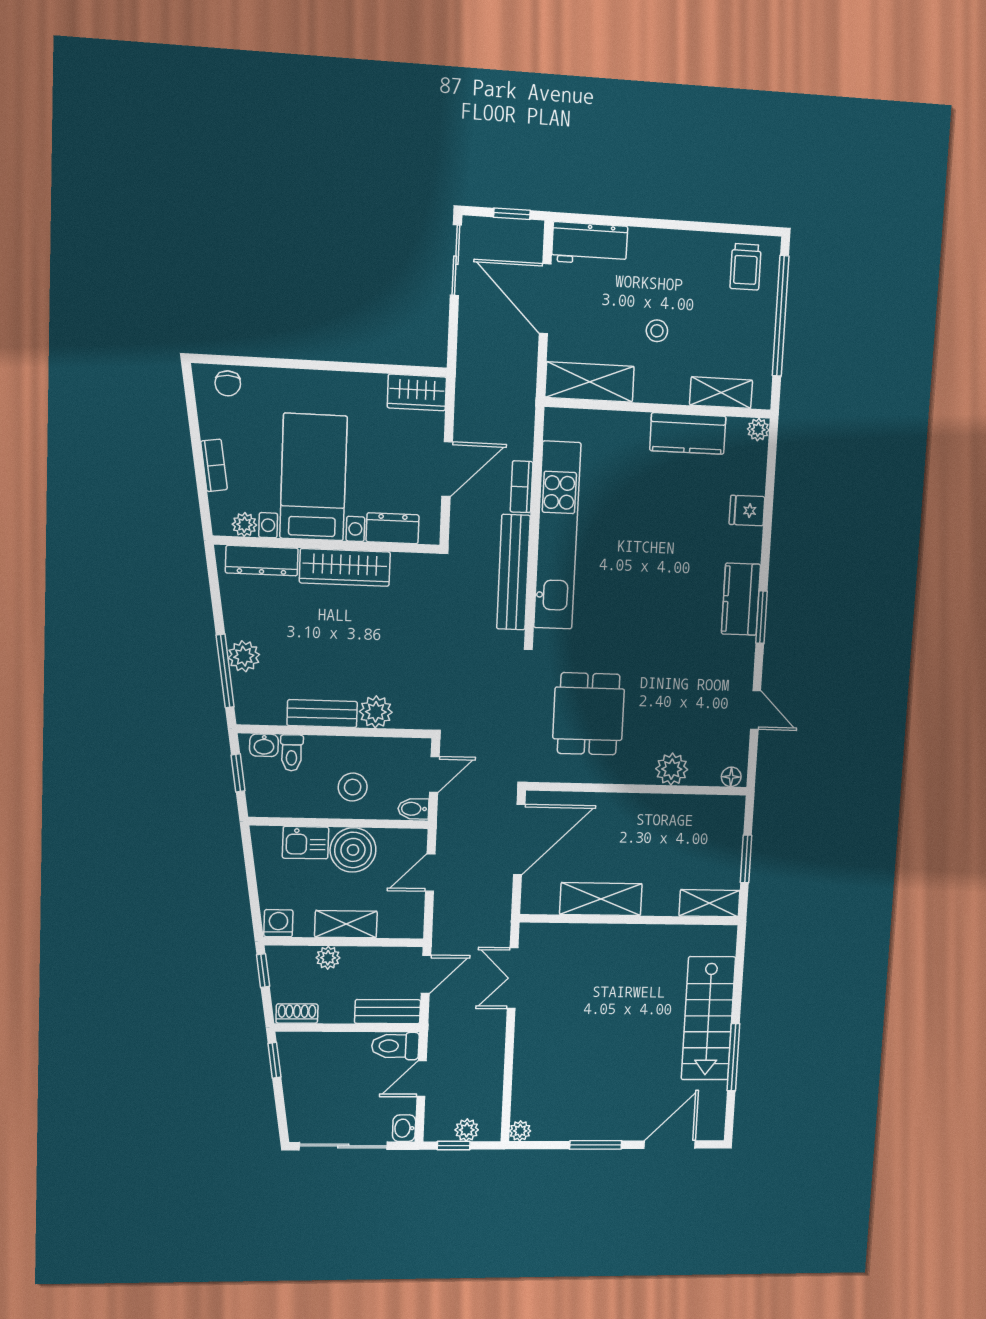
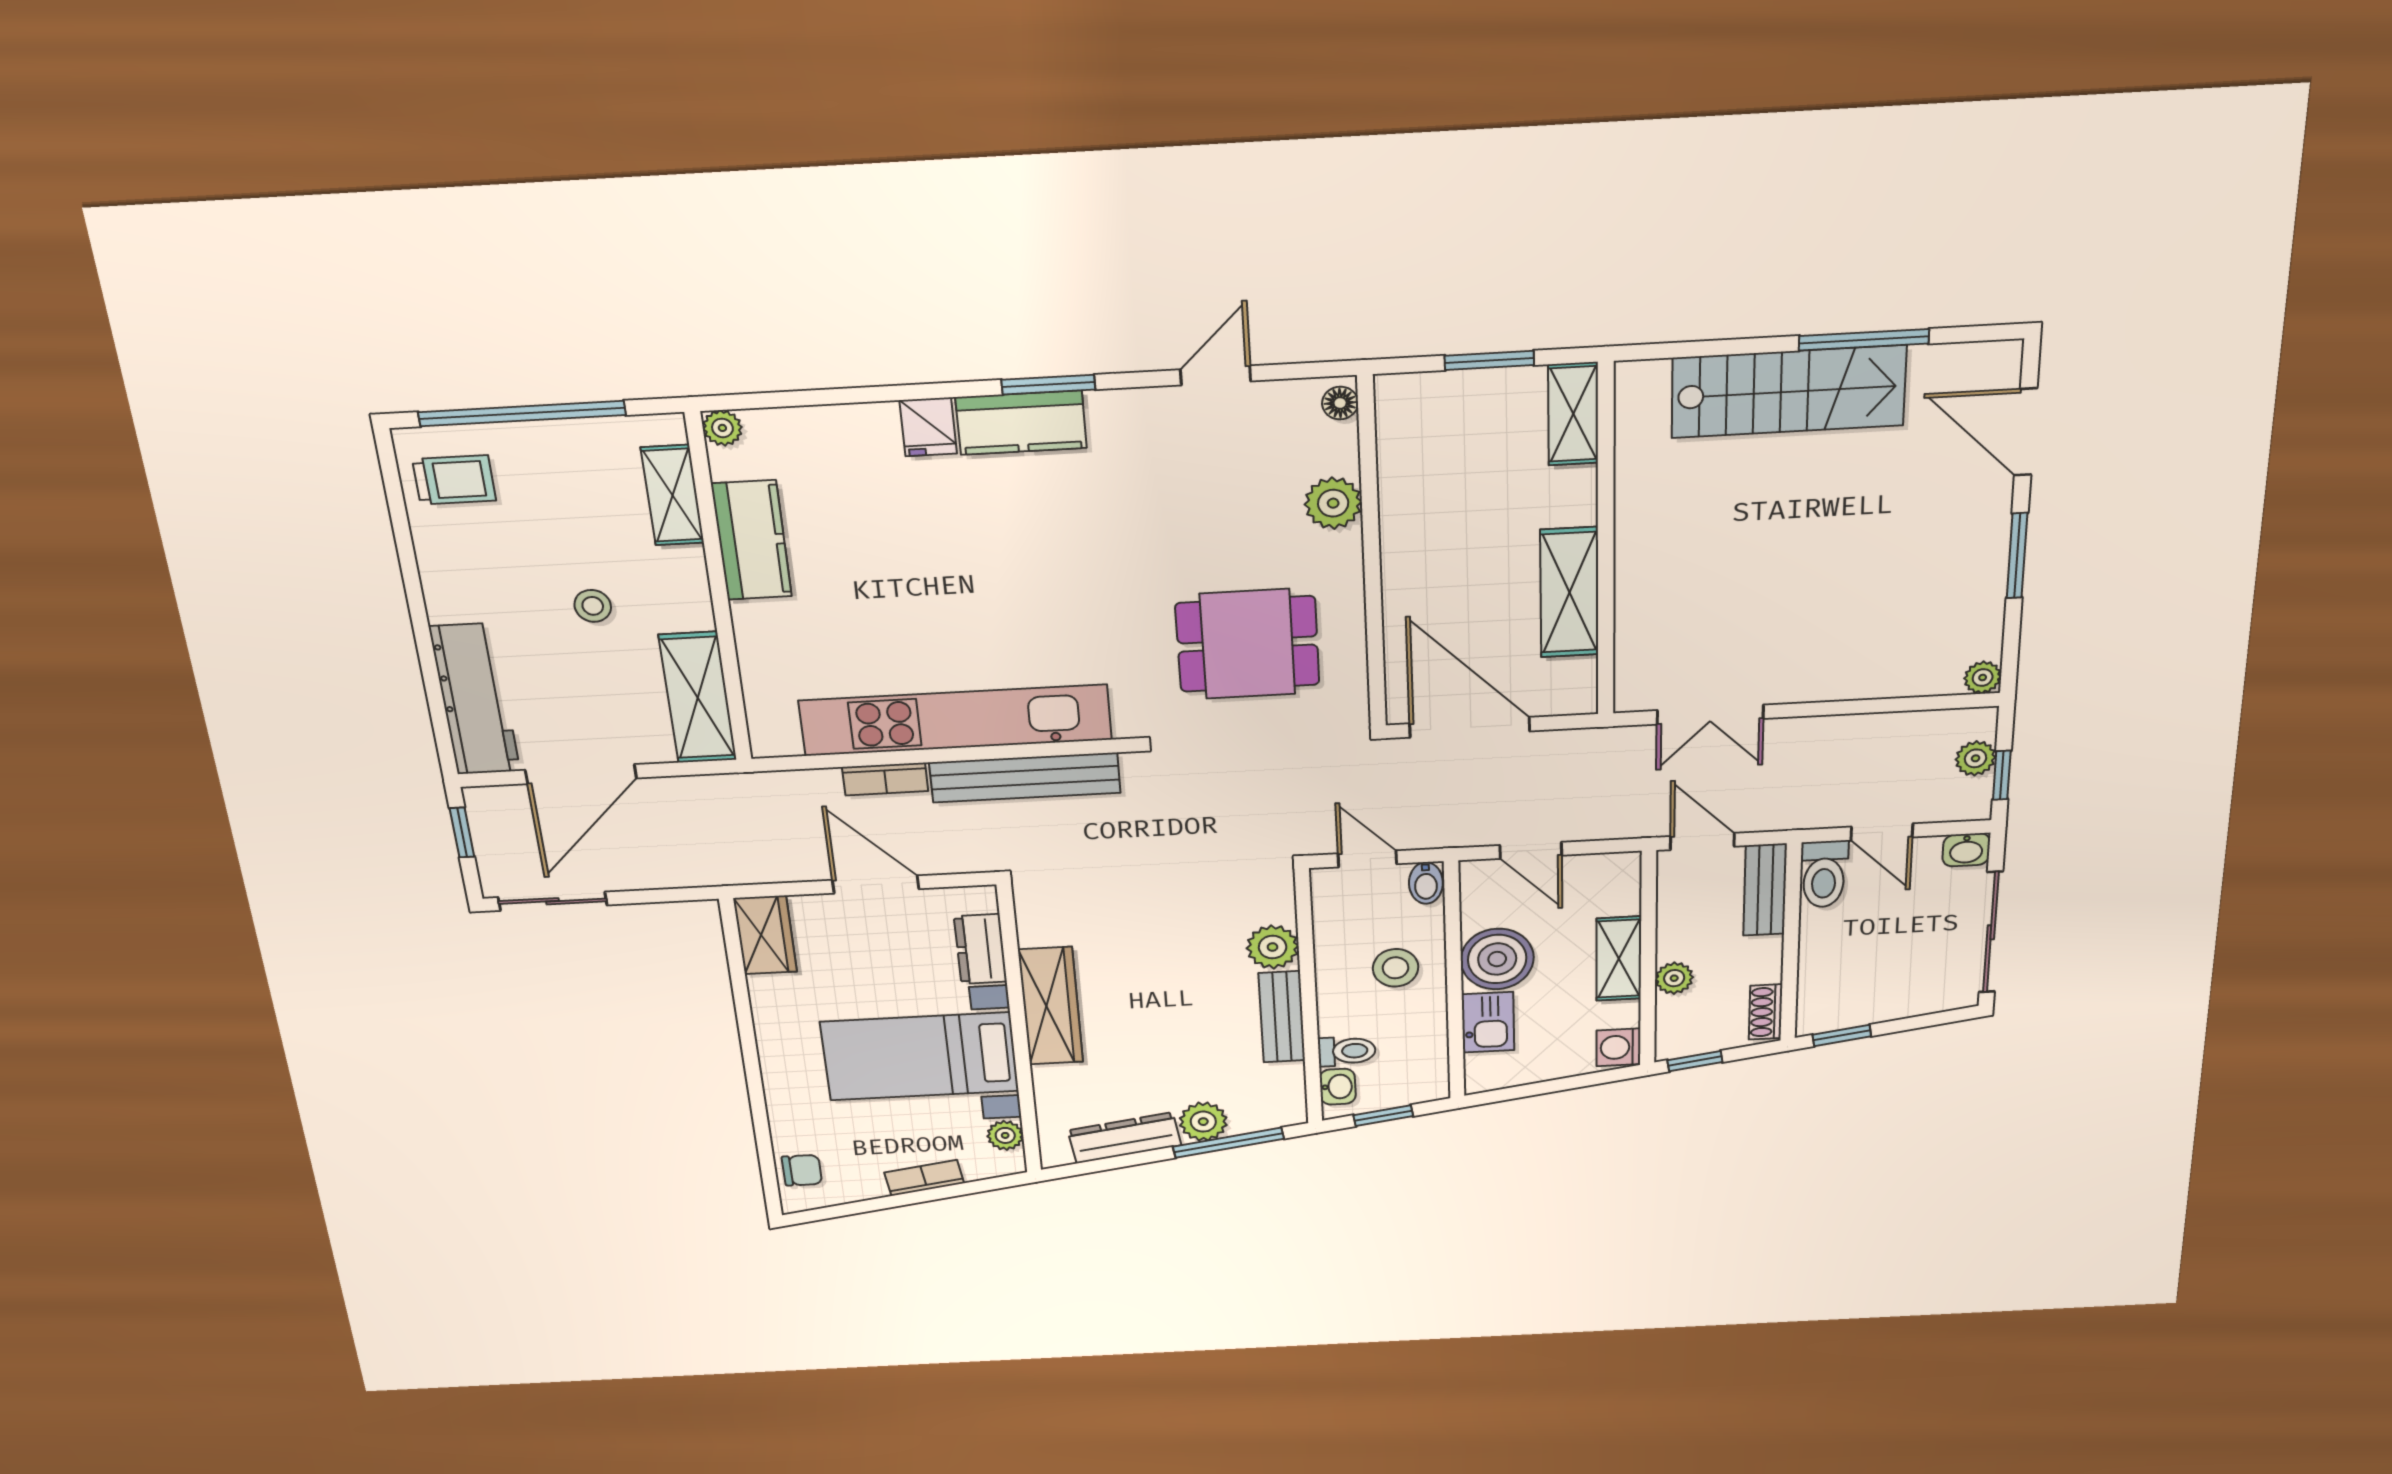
workbench: (590, 244) -> (475, 699), width x1.38
fridge: (747, 511) -> (928, 427), moved
dresser: (262, 561) -> (1124, 1138), moved, turned -99

